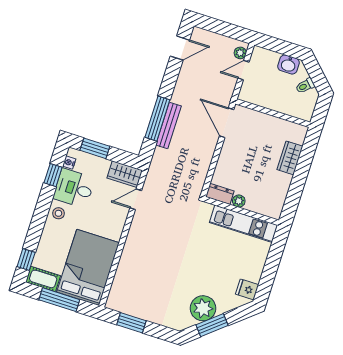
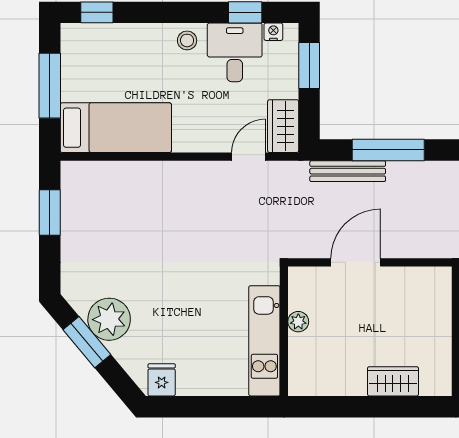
door: (227, 123) -> (356, 262), moved
bench: (168, 126) -> (348, 171), moved
dresser: (220, 194) -> (300, 288), removed
door: (136, 199) -> (249, 157), hinge flipped
bed: (88, 267) -> (116, 128), width x0.67
cot: (43, 279) -> (75, 49), removed

